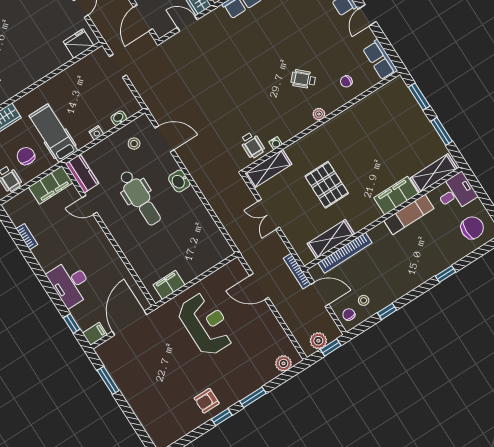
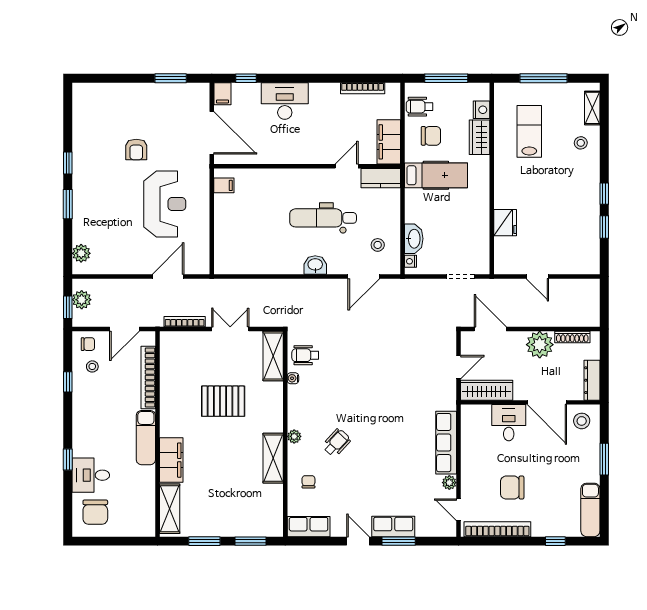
fridge: (78, 43) -> (505, 223), moved
washbasin: (119, 118) -> (414, 239), width x1.91, depth x1.45
nightstand: (96, 133) -> (410, 261), moved
desk: (456, 193) -> (91, 475), moved, turned 90
exam couch: (409, 214) -> (146, 438), moved
bookcase: (27, 237) -> (363, 88), width x1.56
shelving: (331, 239) -> (273, 458), moved
bookcase: (297, 271) -> (185, 322), moved
filing cabinet: (169, 285) -> (224, 185), width x0.50
reception desk: (206, 324) -> (165, 204), turned -90
armchair: (207, 401) -> (136, 149), moved, turned 180

